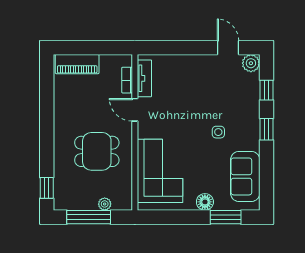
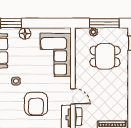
armchair: (189, 99) -> (36, 104), added
dining table: (97, 151) -> (105, 56), moved

